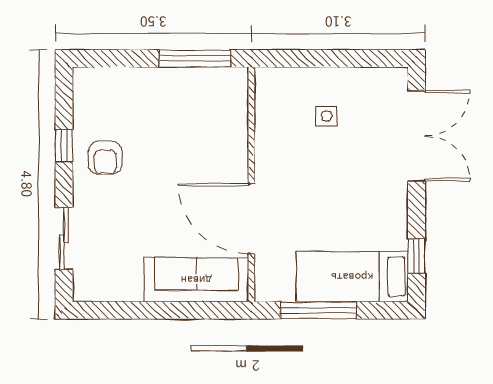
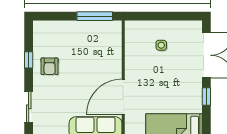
door: (251, 219) -> (123, 97), hinge flipped
window: (416, 256) -> (206, 97), moved

